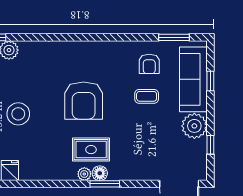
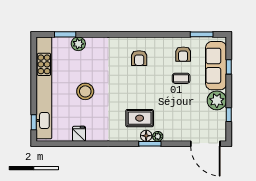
armchair: (84, 101) -> (139, 58), moved, width x0.53, depth x0.53
plant: (84, 174) -> (158, 136), moved

